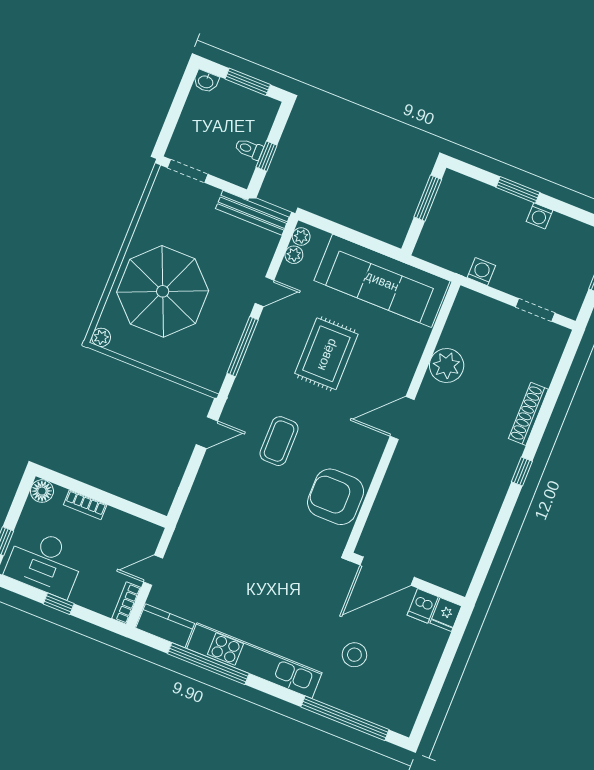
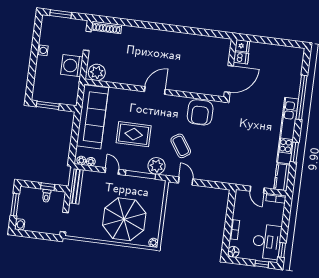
window: (518, 190) -> (33, 64), removed
washing machine: (481, 272) -> (72, 66), width x1.89, depth x1.89
plant: (447, 366) -> (97, 72), moved
plant: (252, 383) -> (156, 166), added
shoe rack: (528, 414) -> (106, 27), moved
door: (402, 418) -> (155, 91), swing flipped
coffee table: (279, 441) -> (181, 146), turned 56
window: (522, 472) -> (165, 27), removed
door: (387, 571) -> (229, 79), hinge flipped
window: (59, 604) -> (282, 250), moved
stool: (354, 655) -> (272, 84), removed
window: (208, 664) -> (295, 152), width x0.47
window: (345, 718) -> (302, 97), moved

